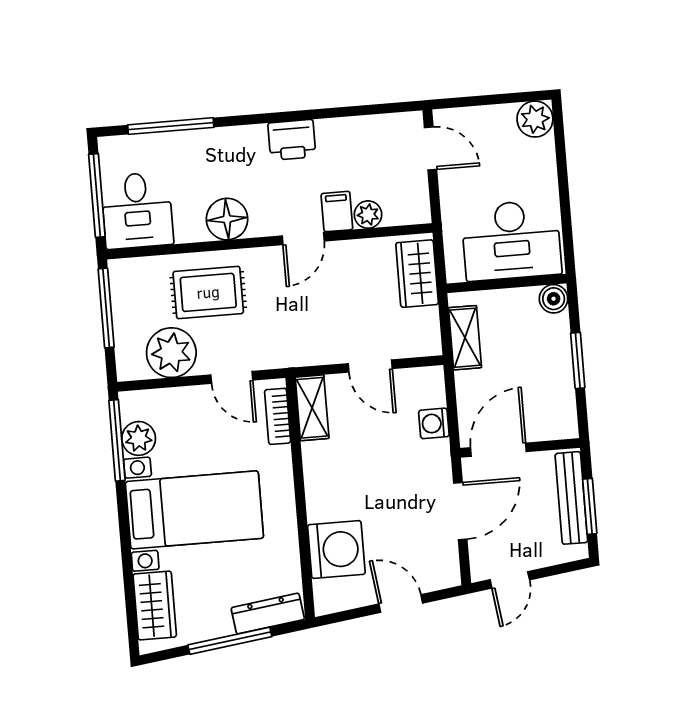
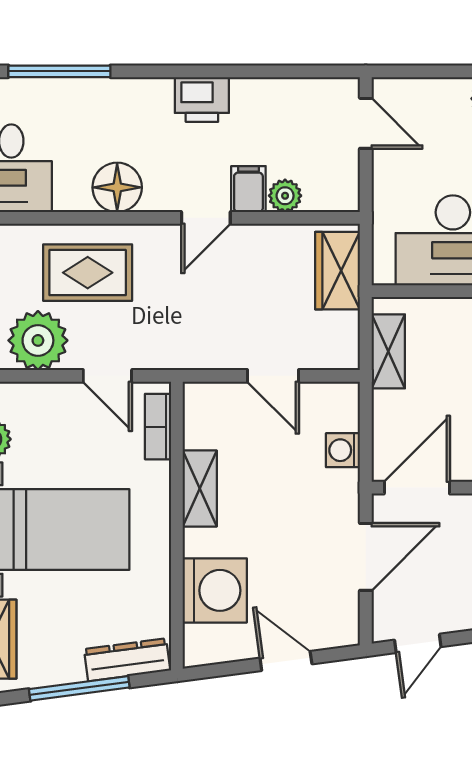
shelving: (312, 408) -> (200, 489), moved

